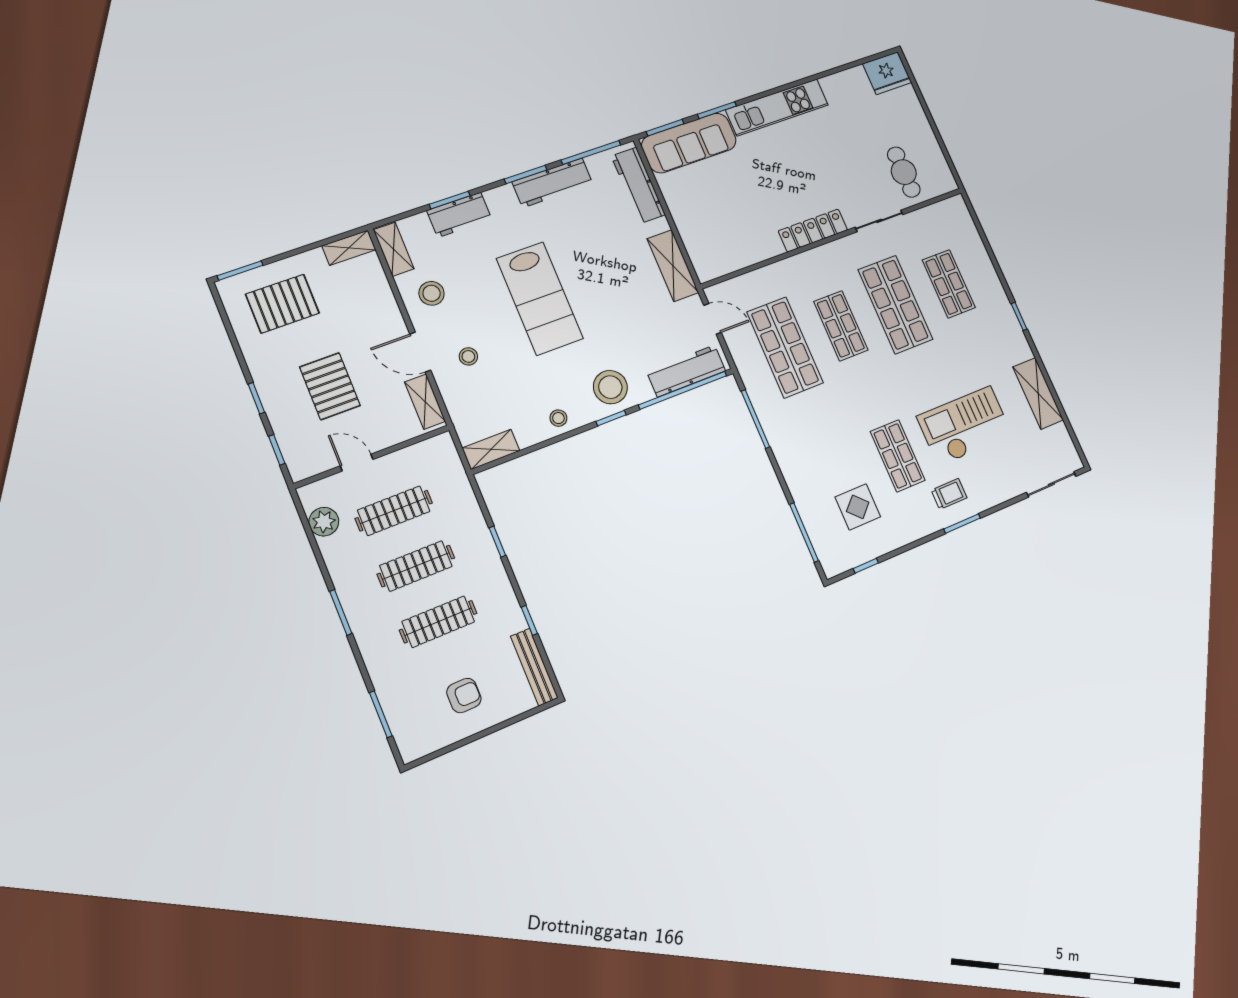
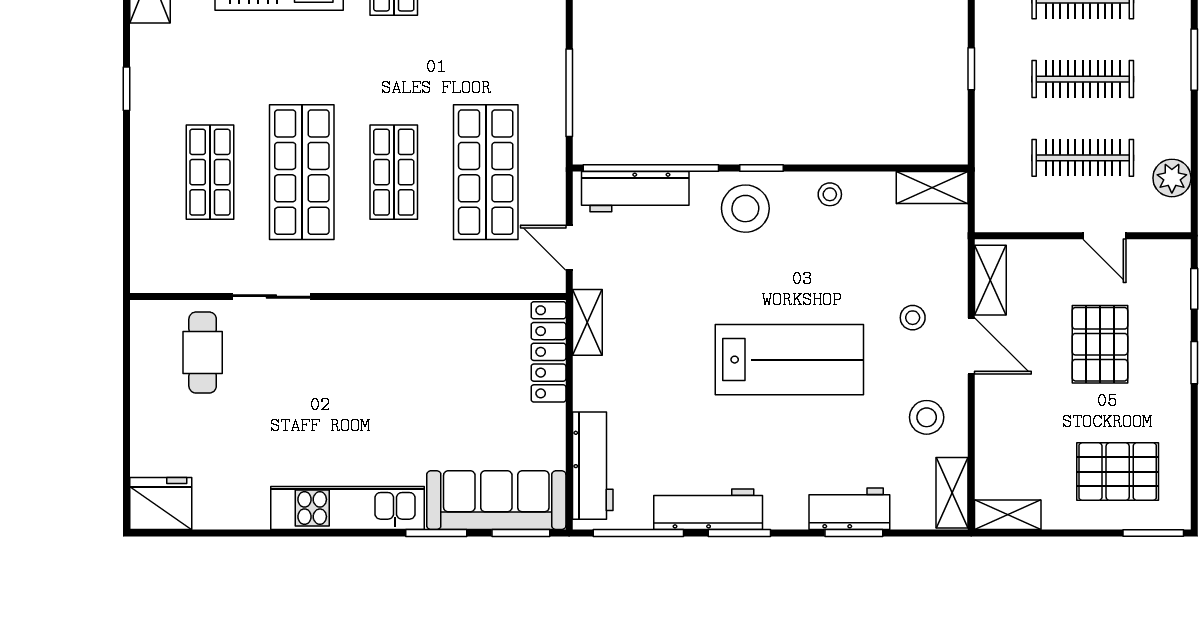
locker: (813, 230) -> (549, 352), moved, turned 90
shelving: (673, 266) -> (587, 322), width x0.67, depth x0.75
lab bench: (540, 298) -> (789, 360), turned 90

